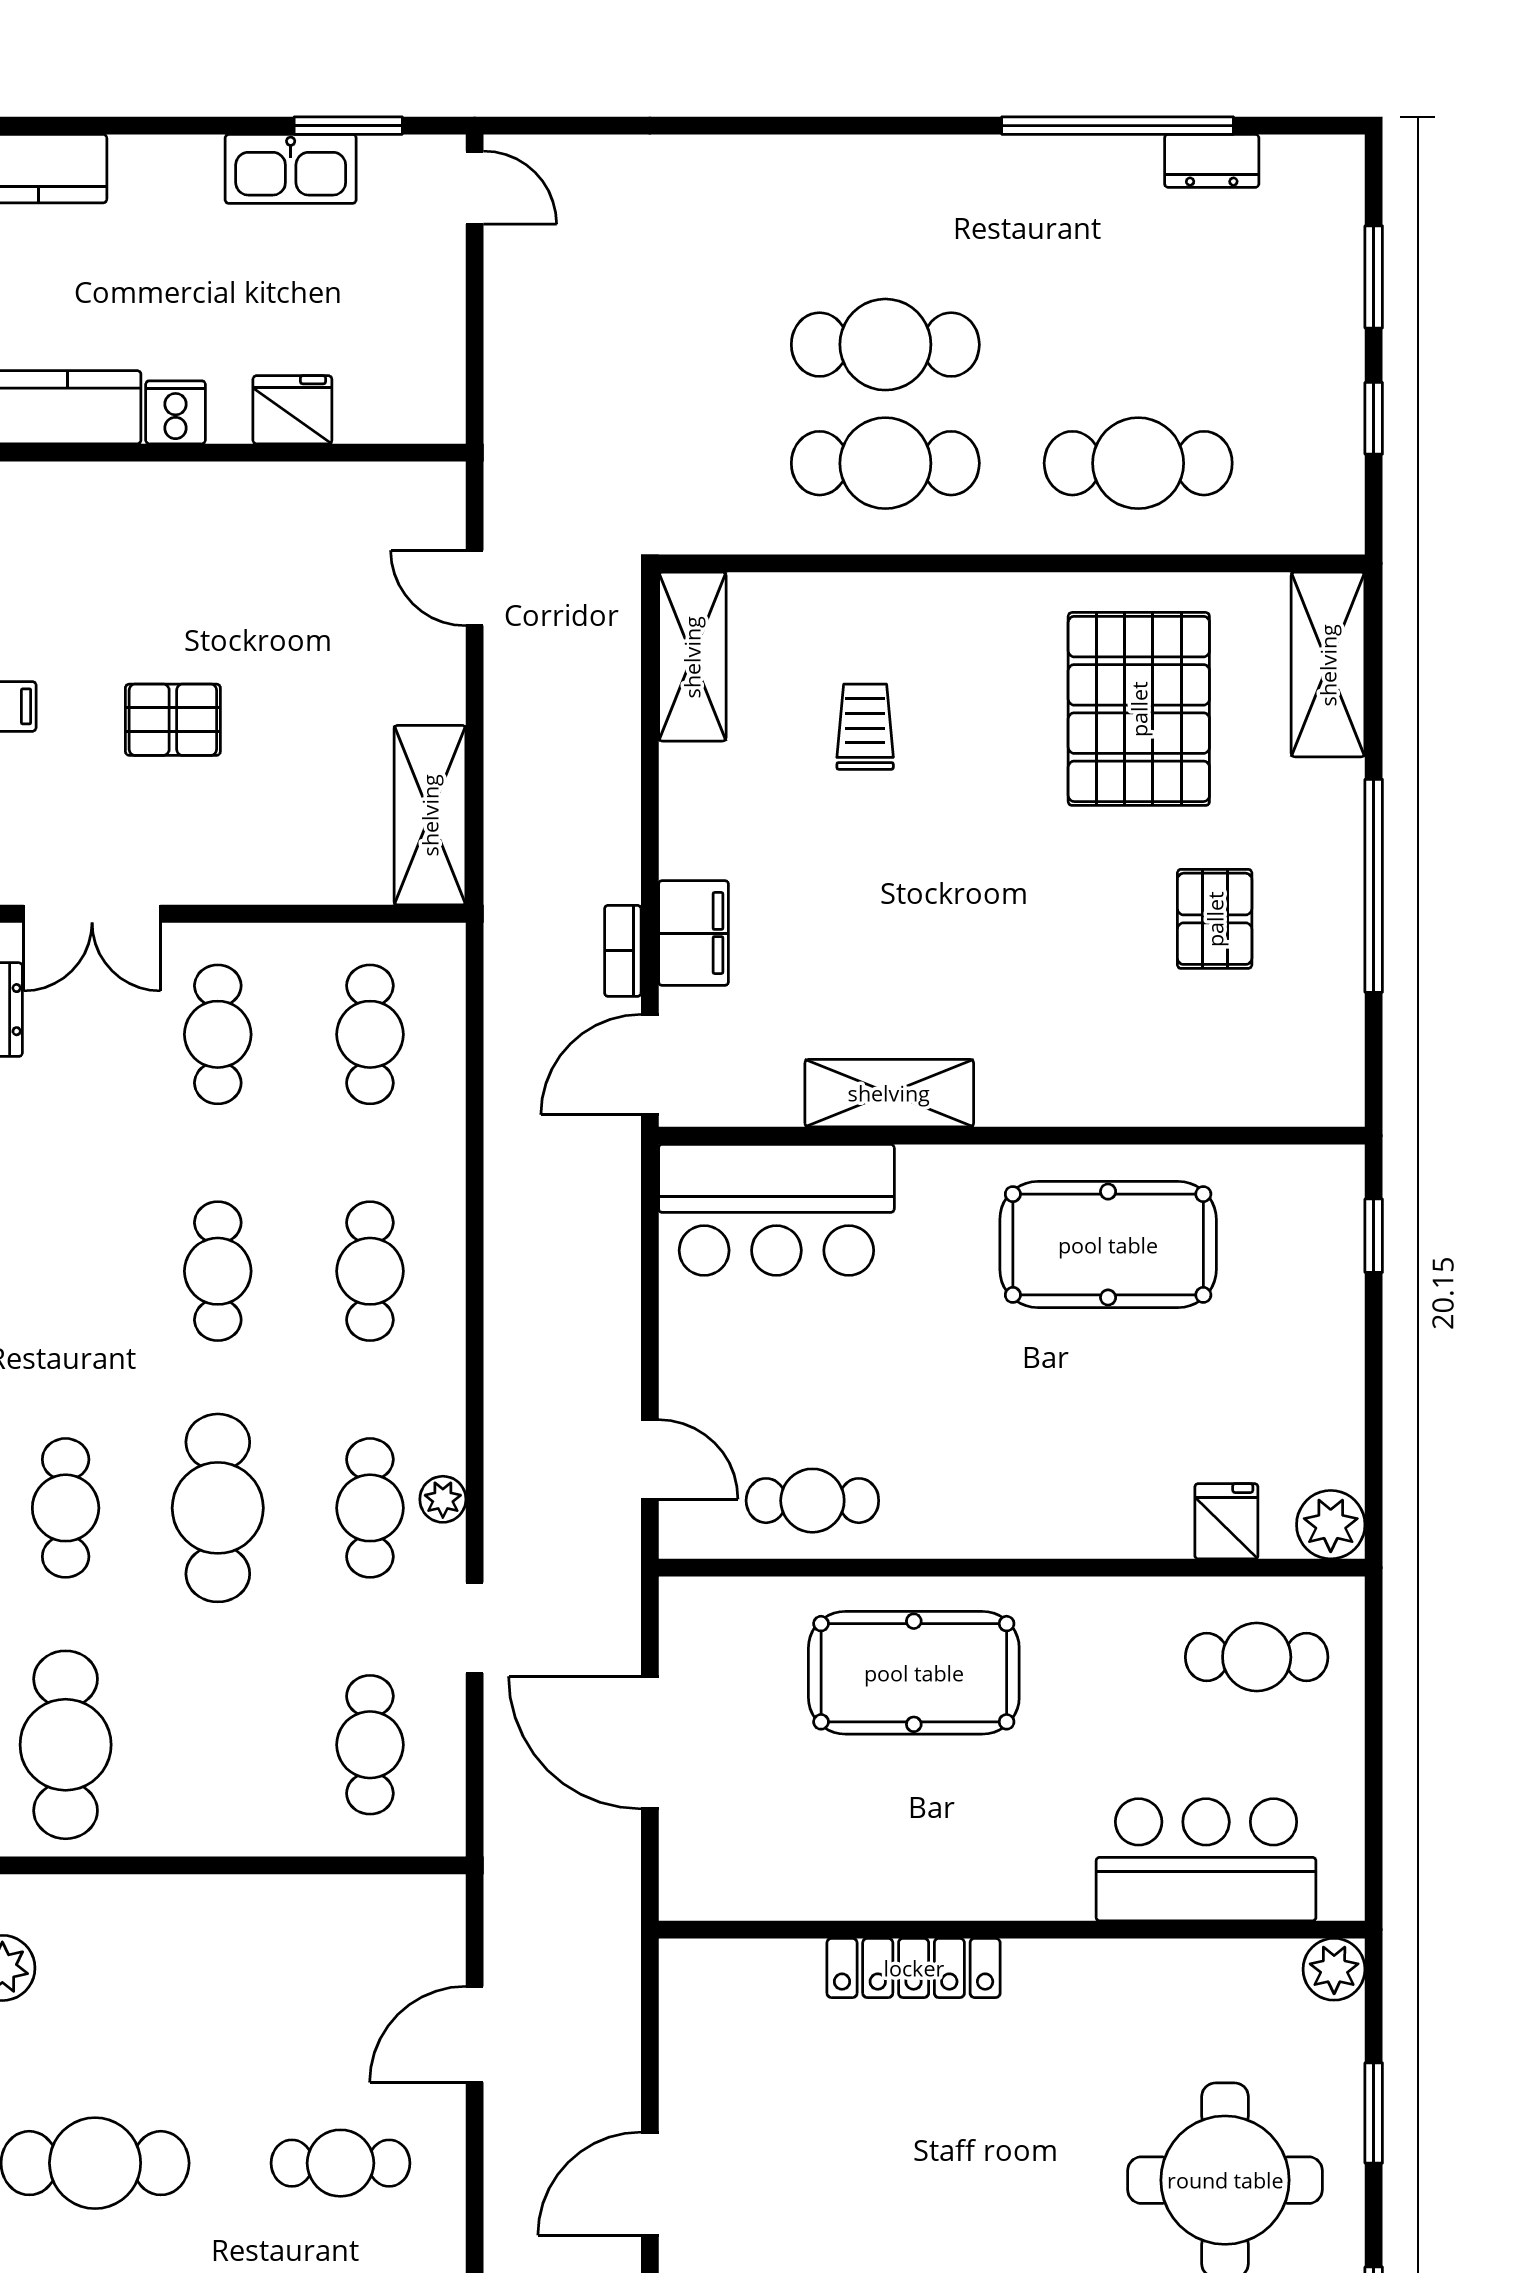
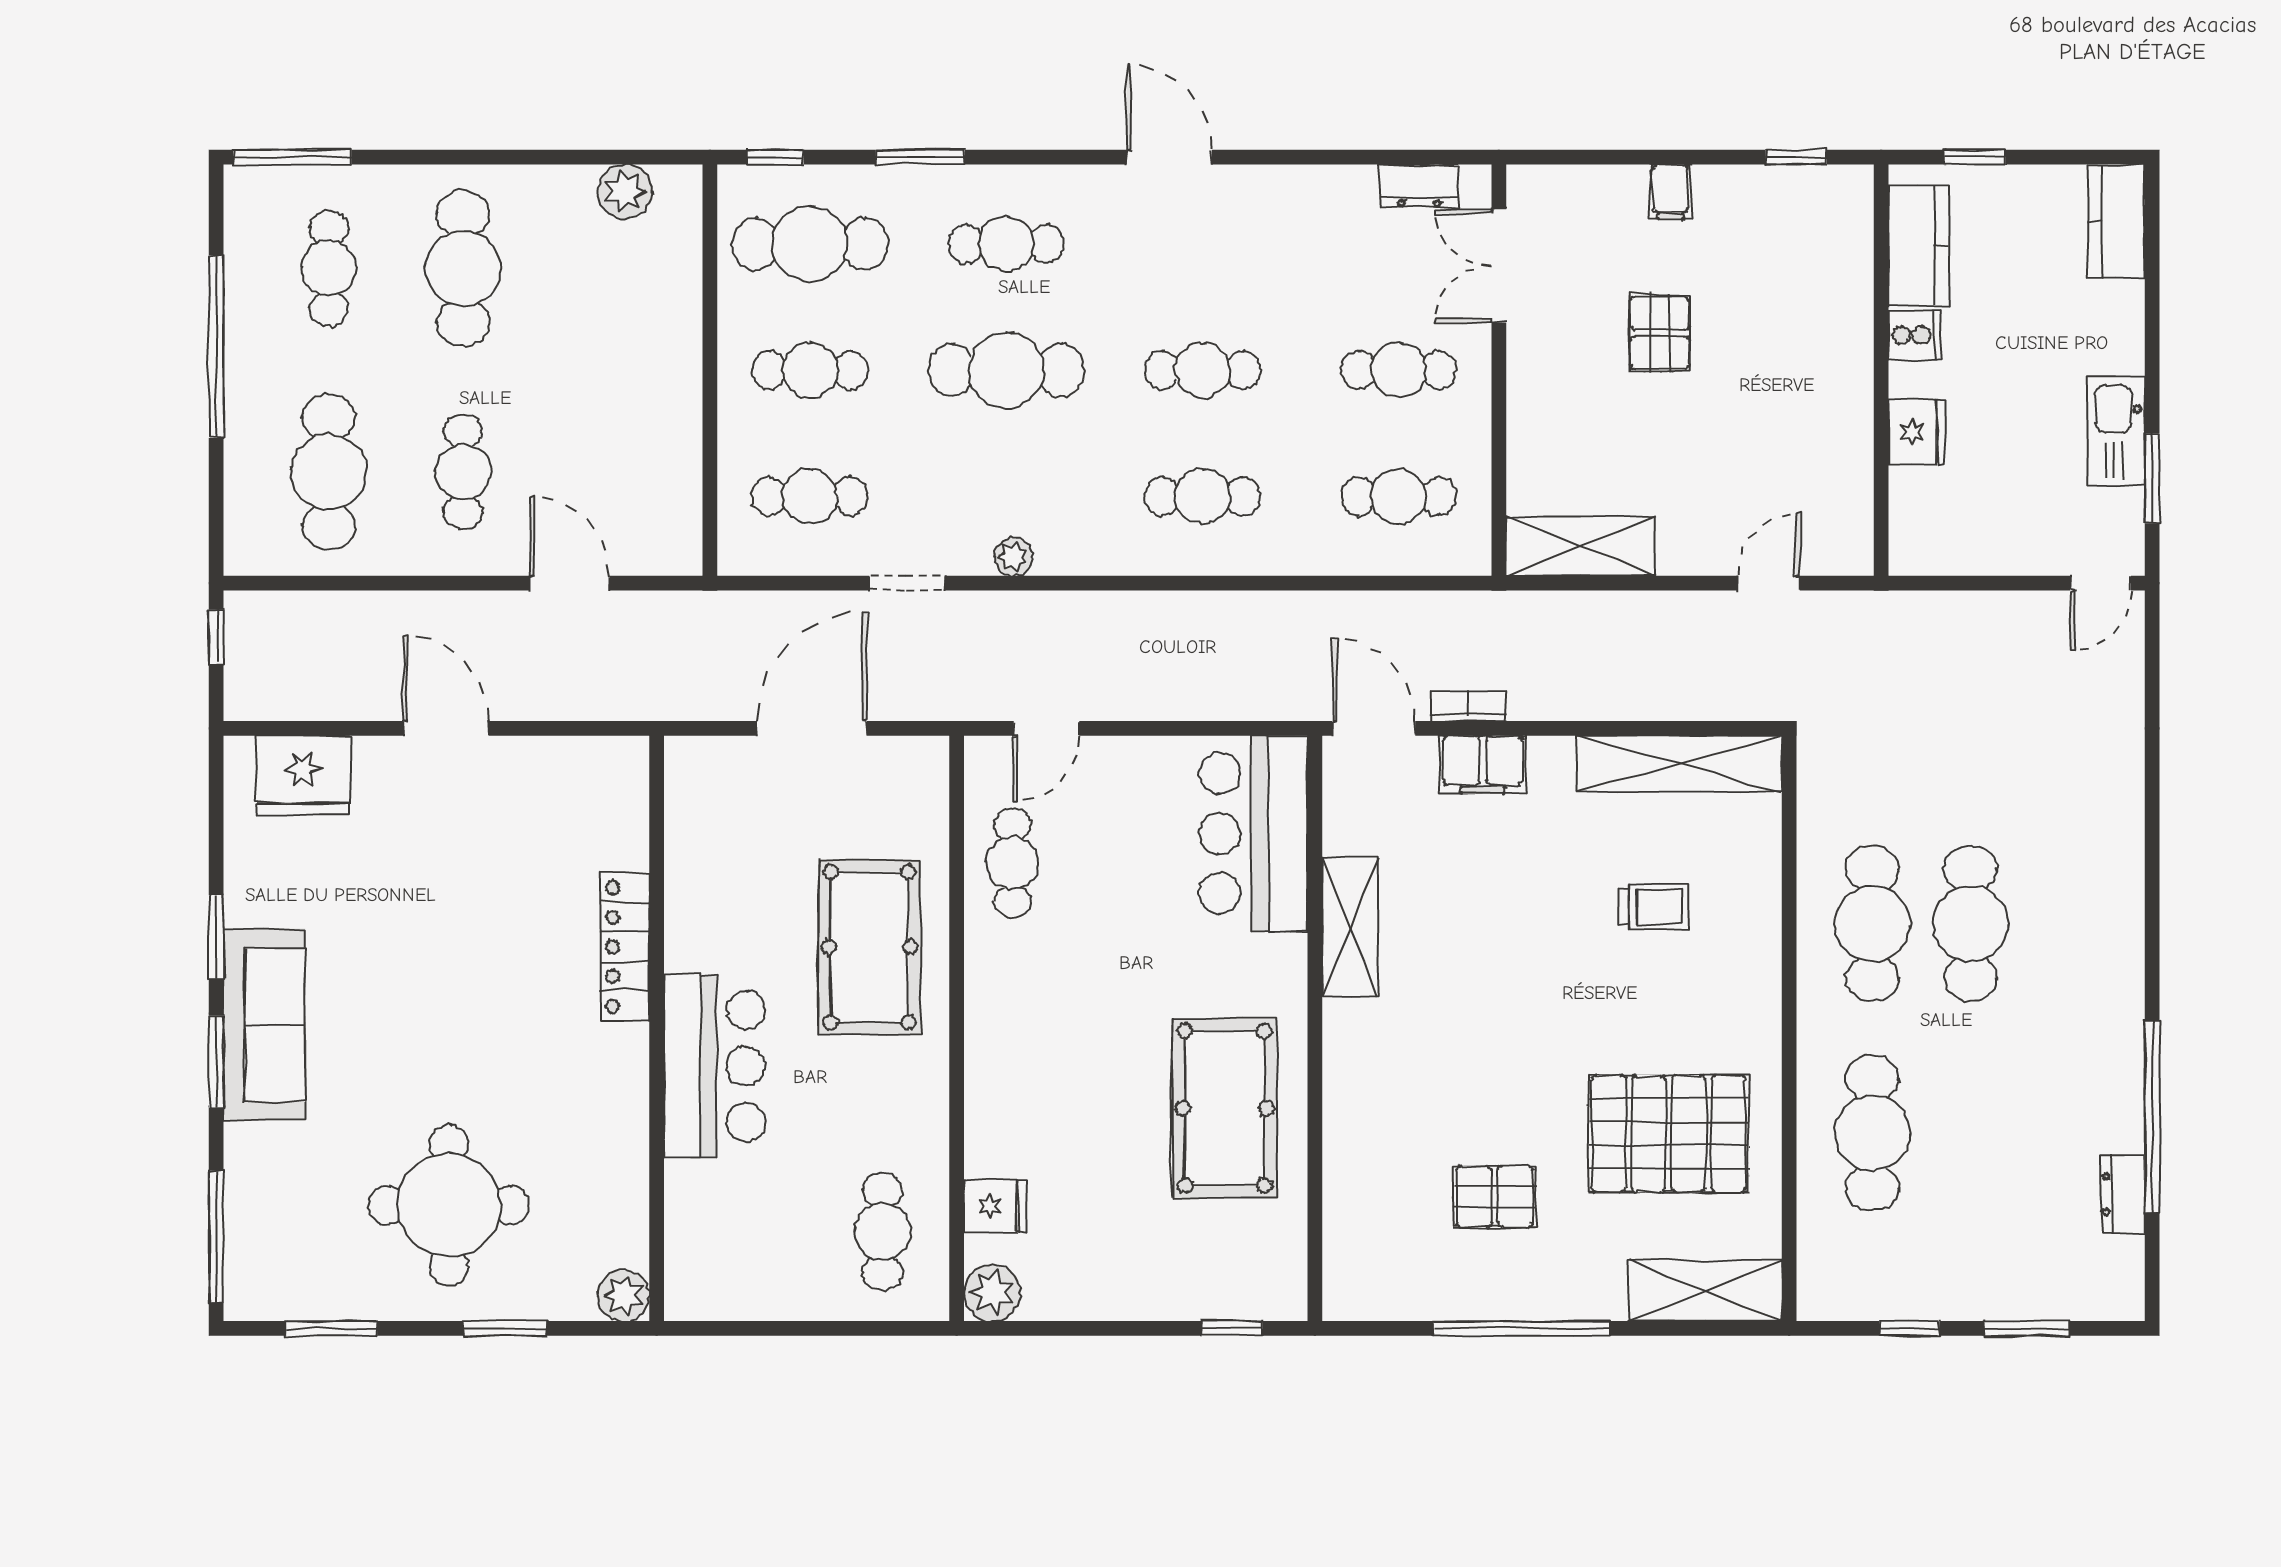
shelving: (692, 657) -> (1679, 764), width x1.47
cafe table: (370, 1508) -> (810, 370), moved
bar counter: (1206, 1860) -> (715, 1066), moved

